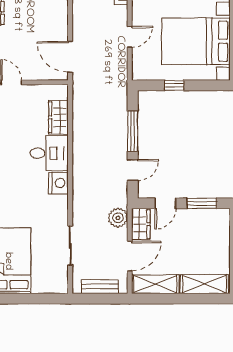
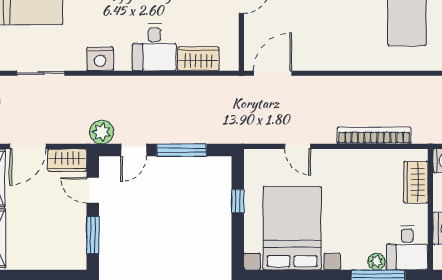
door: (133, 170) -> (134, 150), hinge flipped
nightstand: (58, 183) -> (100, 59), moved
plant: (118, 218) -> (101, 132), moved
door: (130, 256) -> (28, 146), hinge flipped

